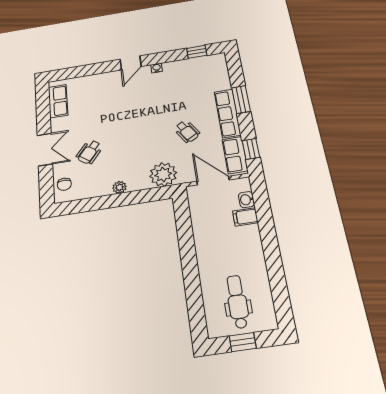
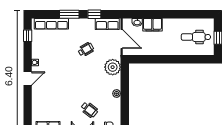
door: (131, 63) -> (28, 78), hinge flipped
row of seats: (227, 113) -> (51, 24), moved
window: (251, 149) -> (94, 14), moved
door: (213, 181) -> (122, 39), swing flipped
filing cabinet: (245, 217) -> (152, 25), width x2.00

